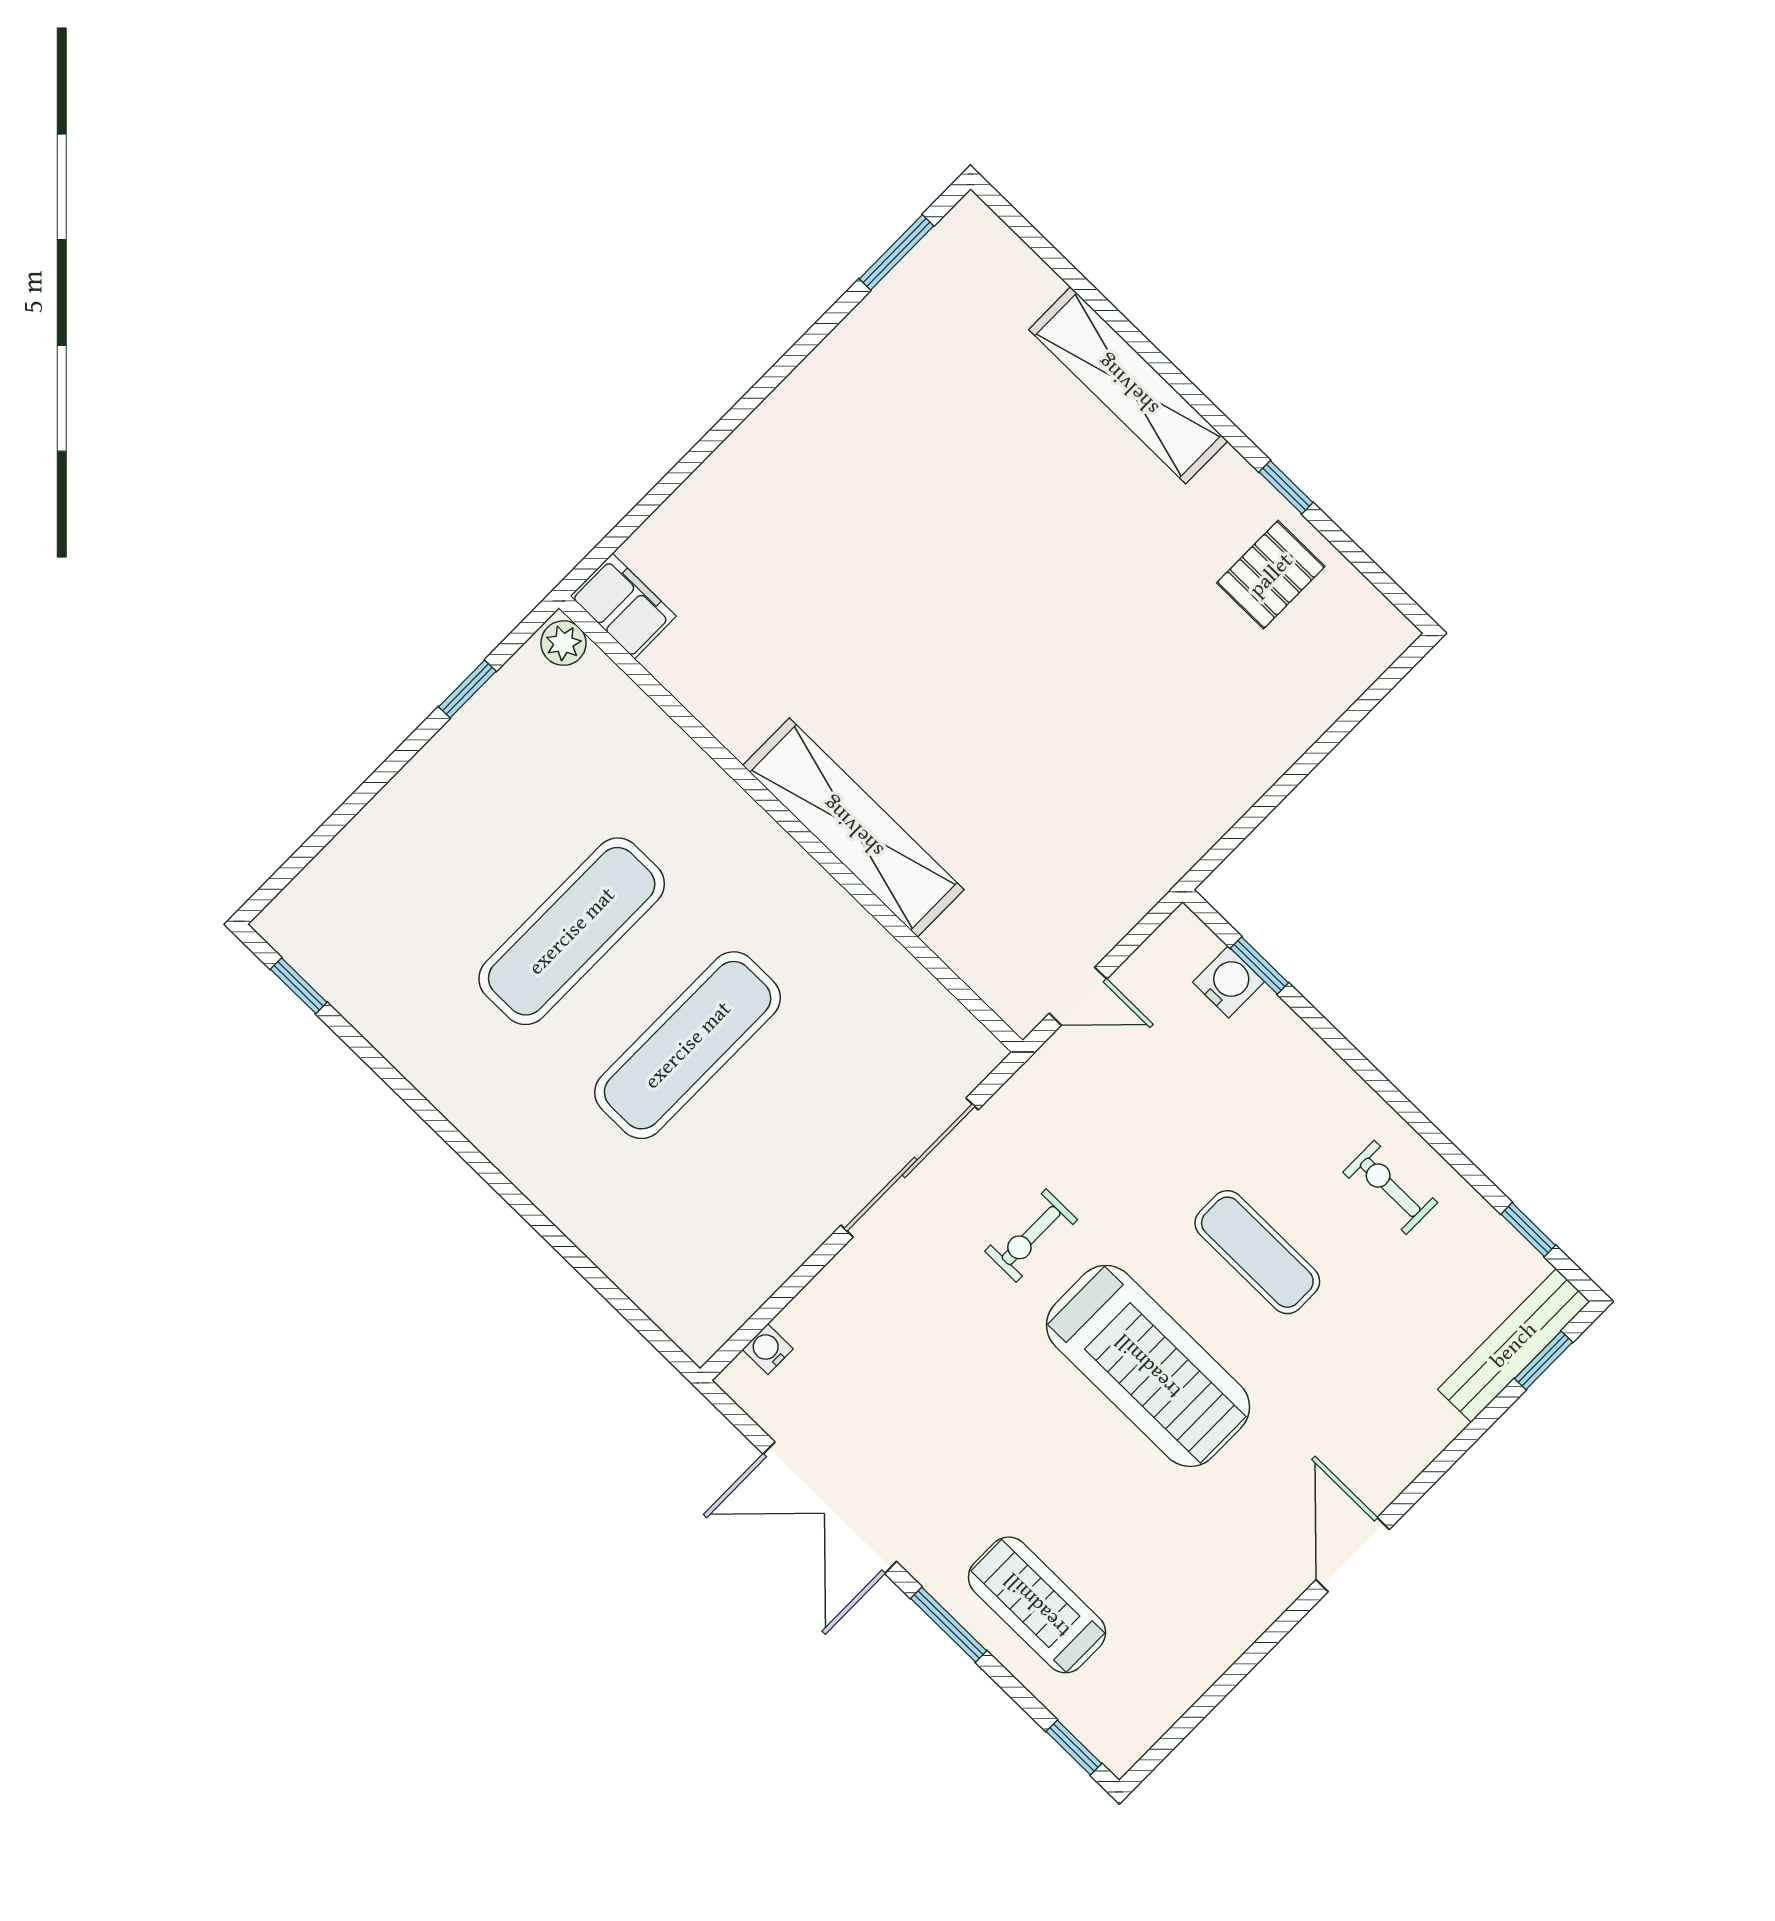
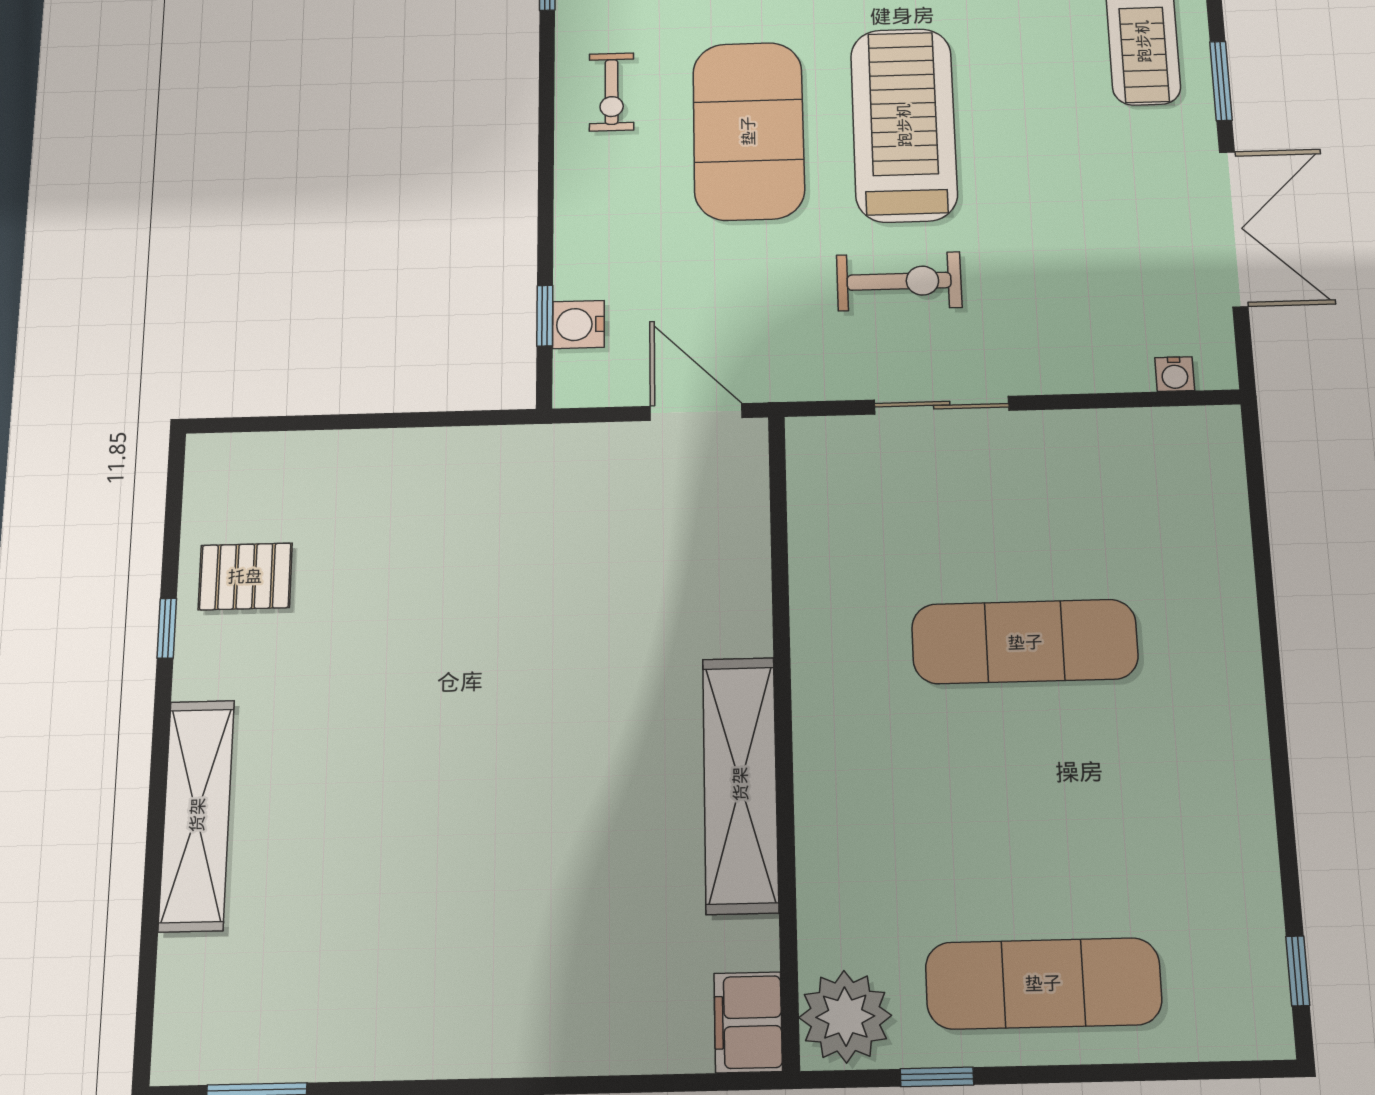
plant: (563, 643) -> (845, 1017), width x1.88, depth x1.88
shelving: (853, 827) -> (740, 784), moved
exercise mat: (572, 931) -> (1043, 983), moved
door: (1078, 996) -> (696, 412), width x1.38
sliding door: (910, 1168) -> (942, 405), width x0.73
exercise bike: (1031, 1235) -> (899, 281), width x1.38, depth x1.39
exercise mat: (1257, 1252) -> (748, 131), width x2.00, depth x1.45

